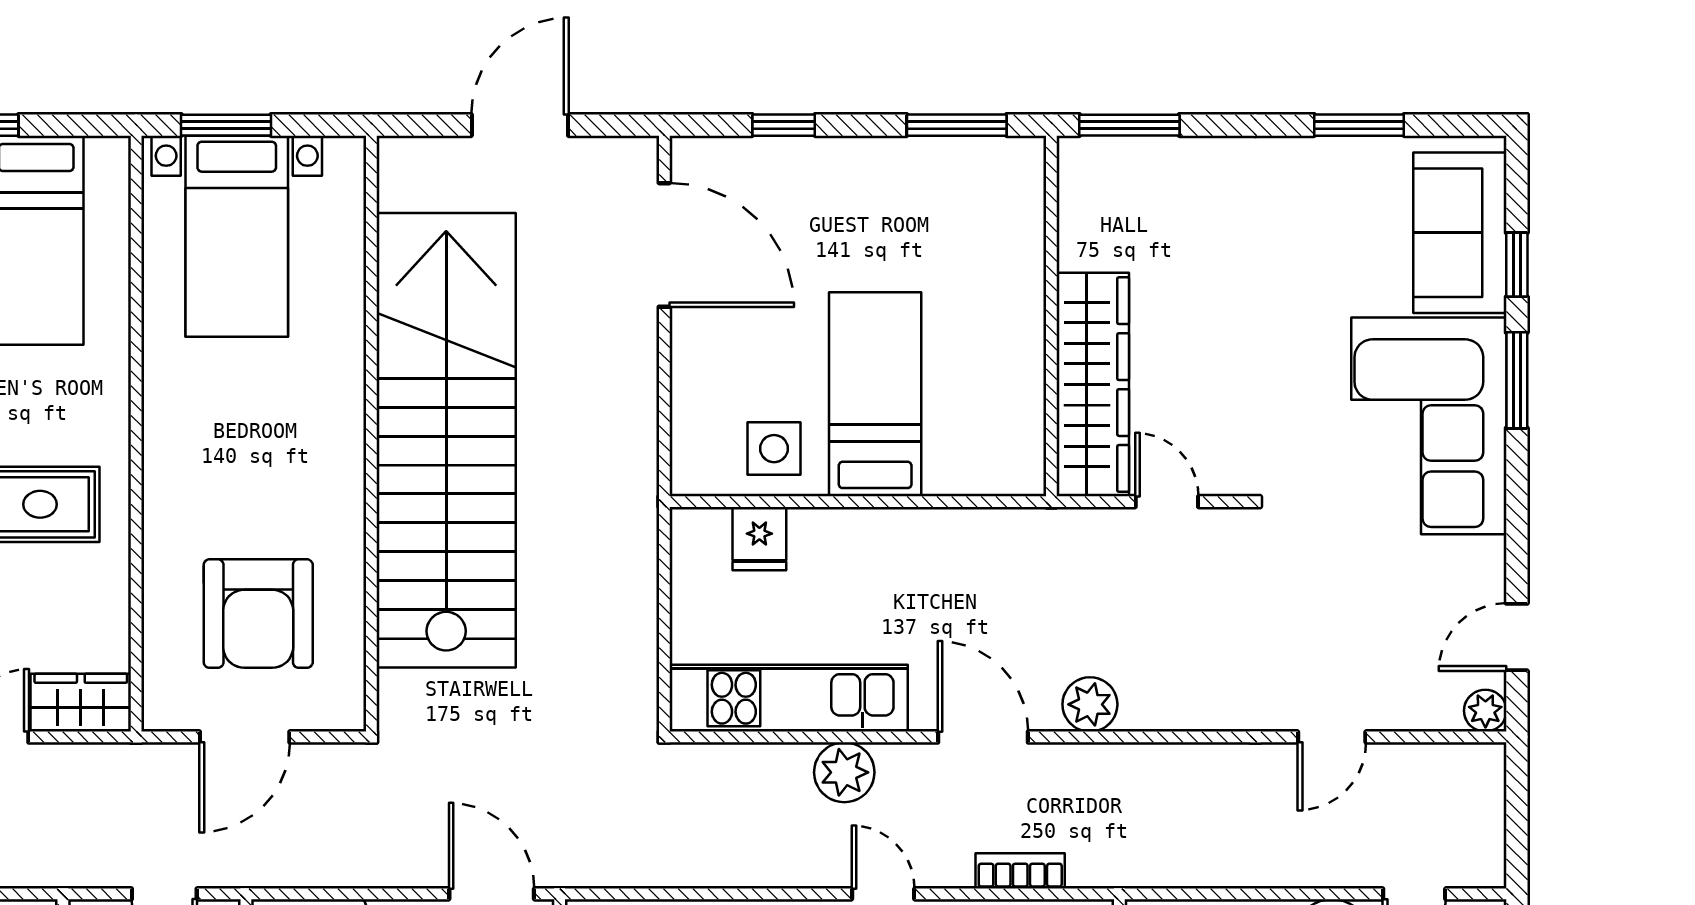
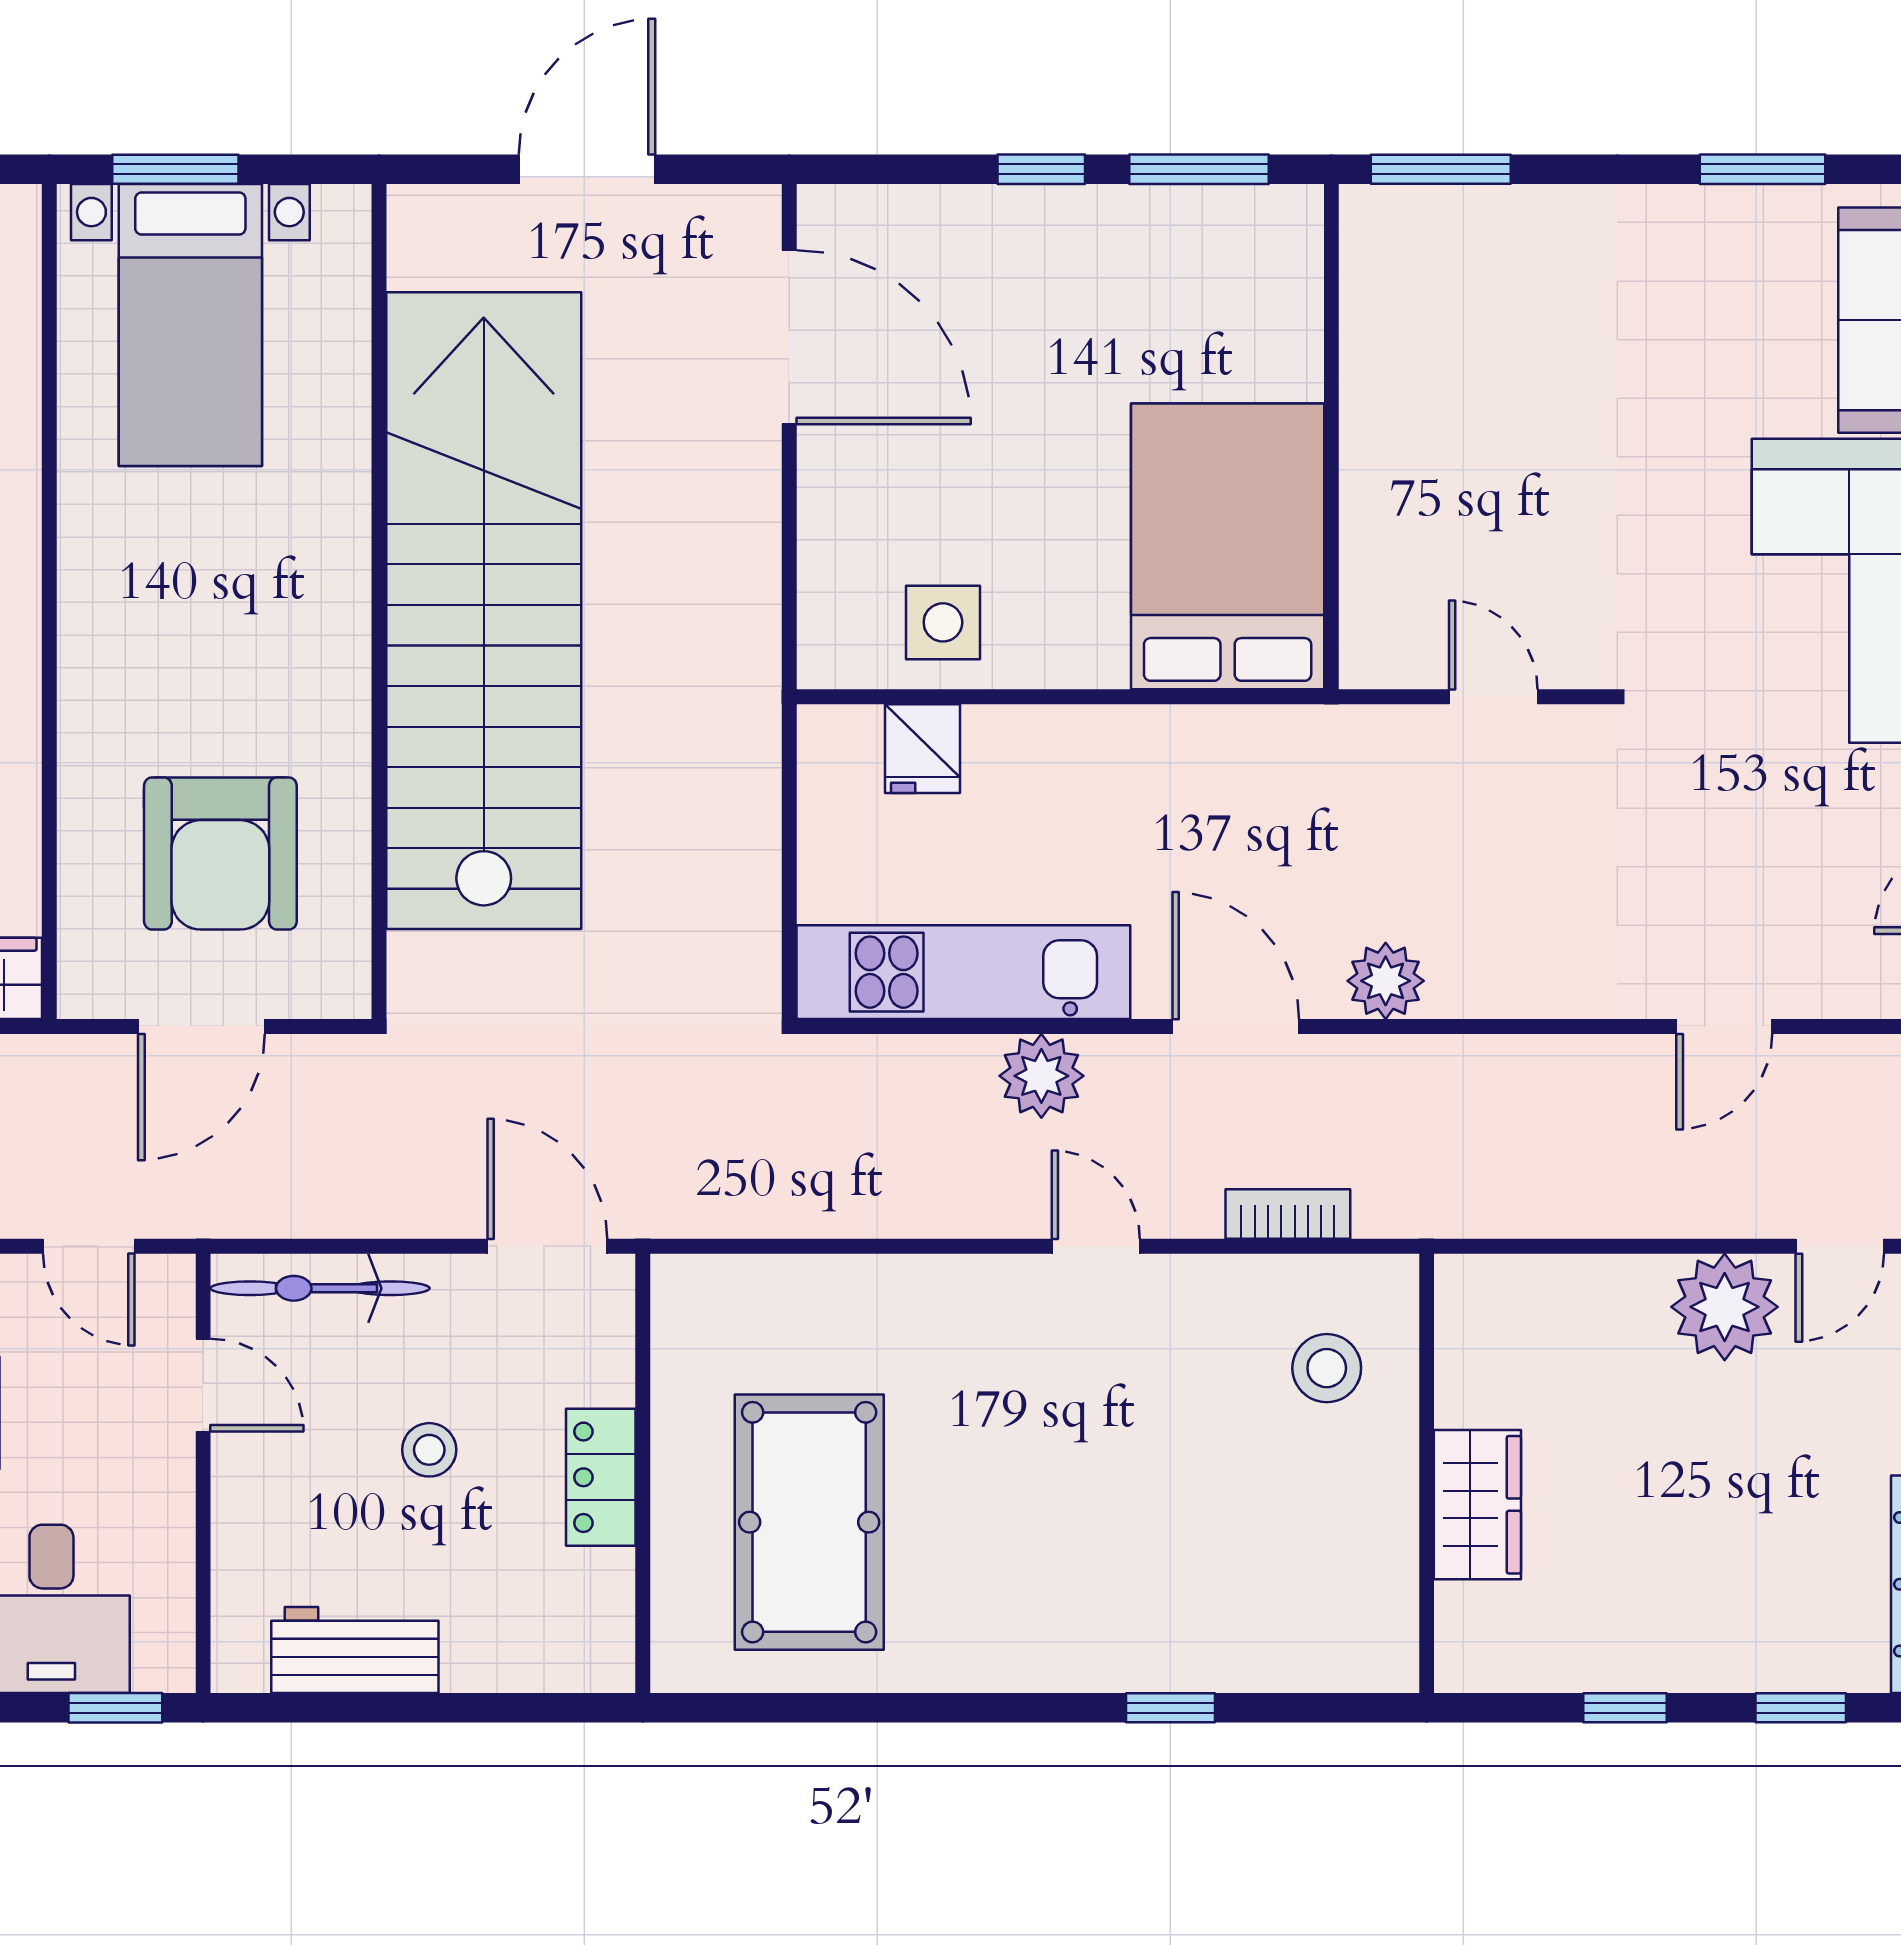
window: (784, 125) -> (1041, 169), moved
wardrobe: (1093, 385) -> (1389, 533), removed
bed: (875, 394) -> (1228, 546), moved, width x1.50

